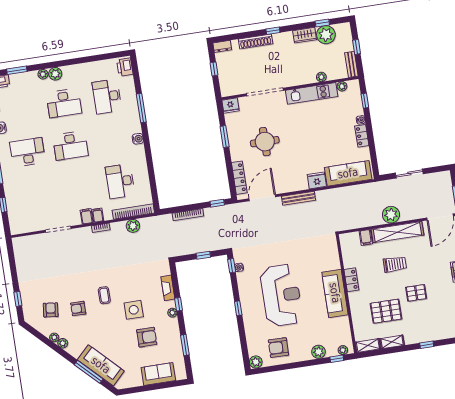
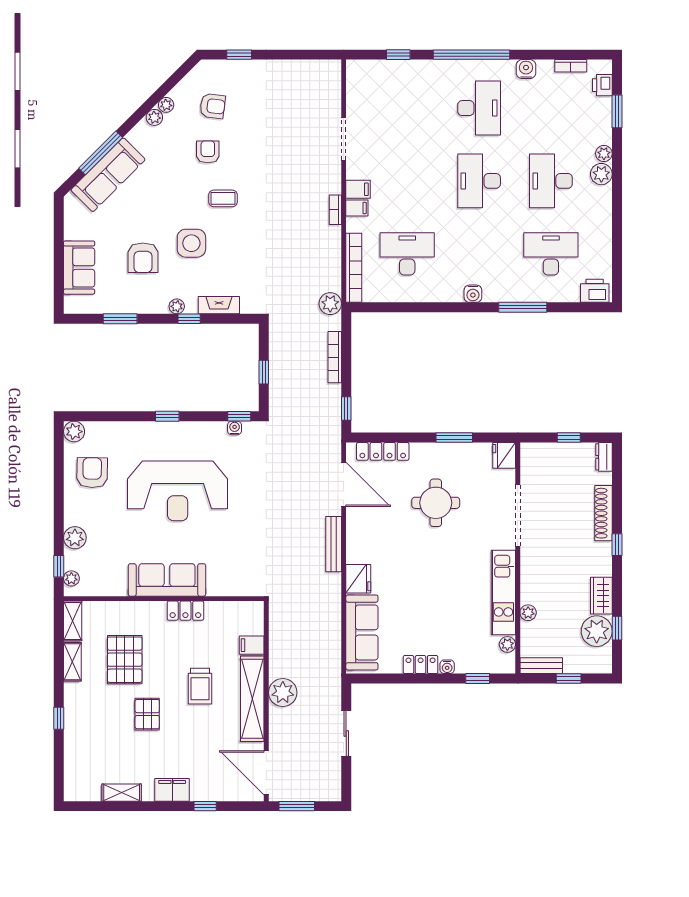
plant: (133, 226) -> (330, 304), moved

